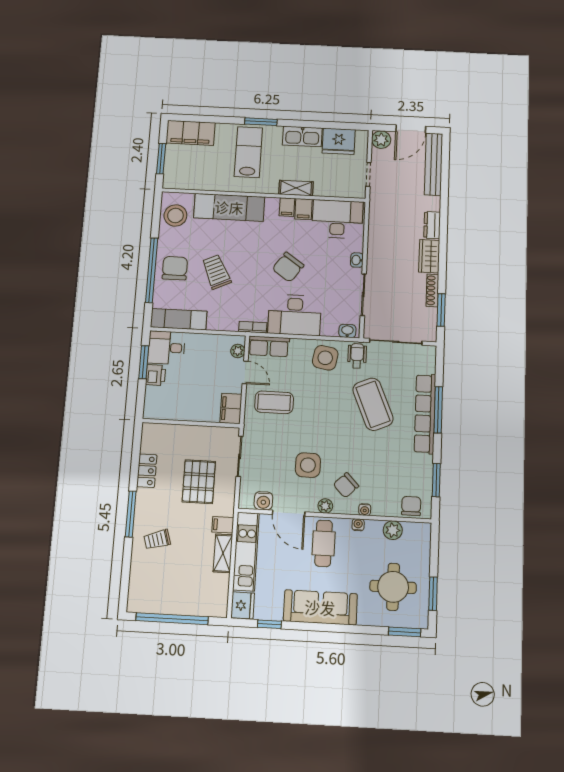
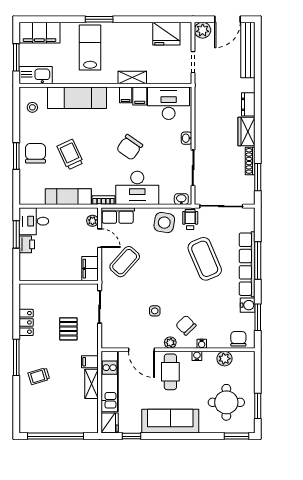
kitchen sink: (302, 136) -> (36, 75), moved, turned 180
stool: (175, 215) -> (32, 107), width x0.53, depth x0.53
window: (152, 270) -> (16, 156), width x0.47
exam couch: (179, 319) -> (68, 197), moved
coffee table: (274, 402) -> (125, 262), turned -48
side table: (308, 465) -> (155, 311), width x0.54, depth x0.54
pallet: (199, 482) -> (68, 329), width x0.67, depth x0.71
chair: (346, 485) -> (186, 325), turned 90
water cooler: (263, 501) -> (248, 305), moved, turned -90

